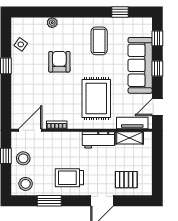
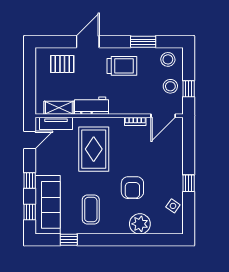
plant: (52, 23) -> (140, 224), width x1.88, depth x1.88
sofa: (140, 65) -> (48, 205), moved

